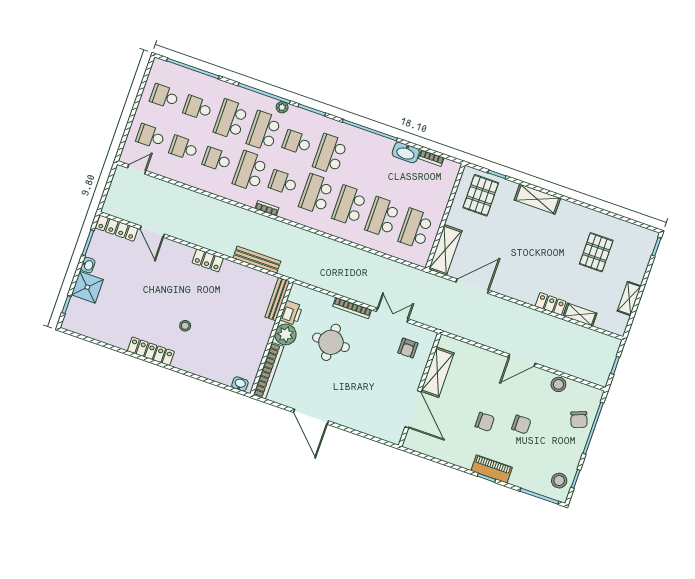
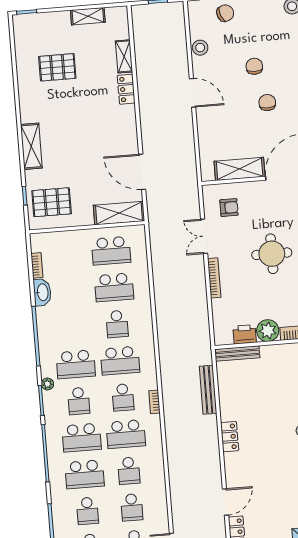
plant: (282, 107) -> (47, 384), moved
school desk: (349, 206) -> (117, 324), width x0.54
round table: (331, 342) -> (272, 254), moved

